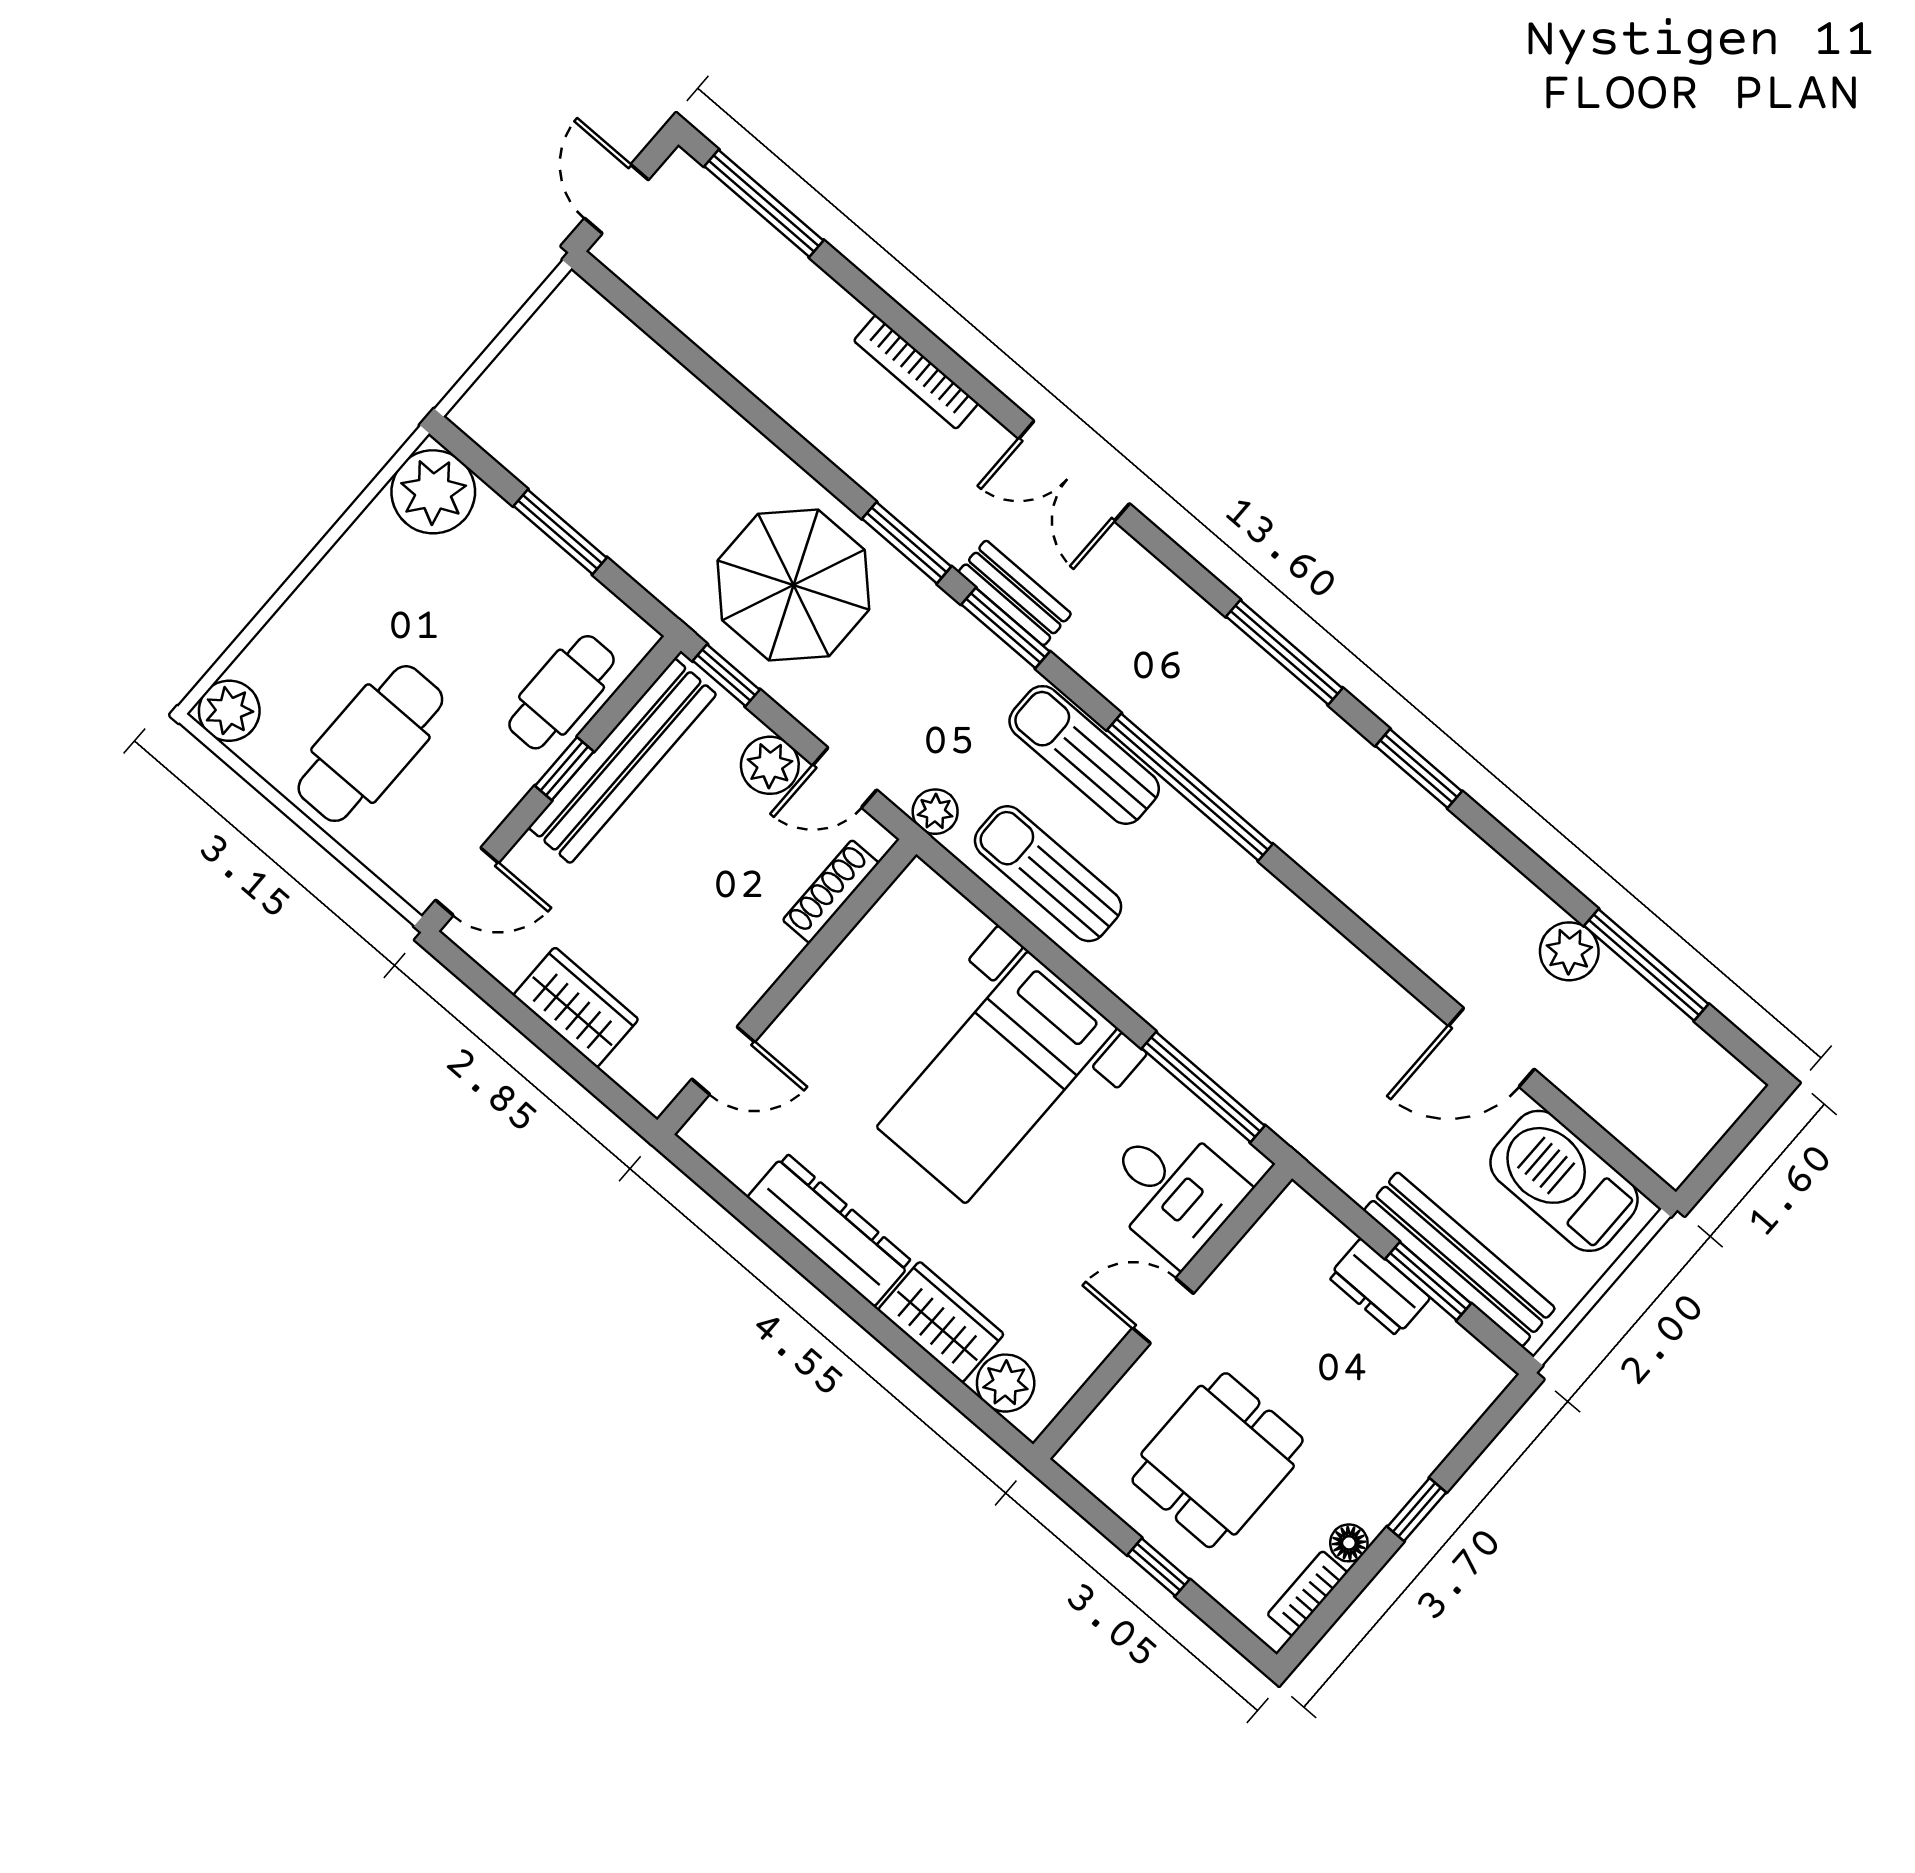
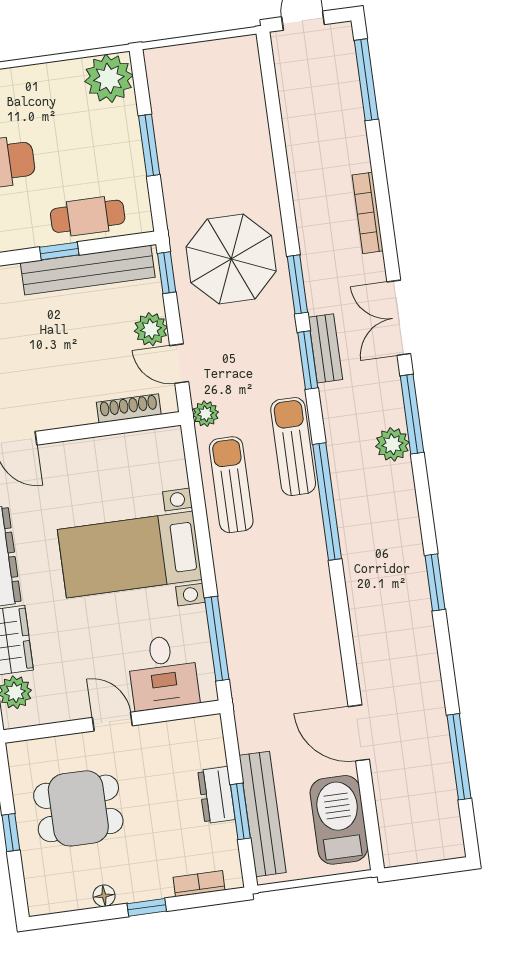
window: (1284, 652) -> (412, 414), moved
plant: (1569, 951) -> (392, 444), moved
bookcase: (1307, 1593) -> (199, 884), moved

